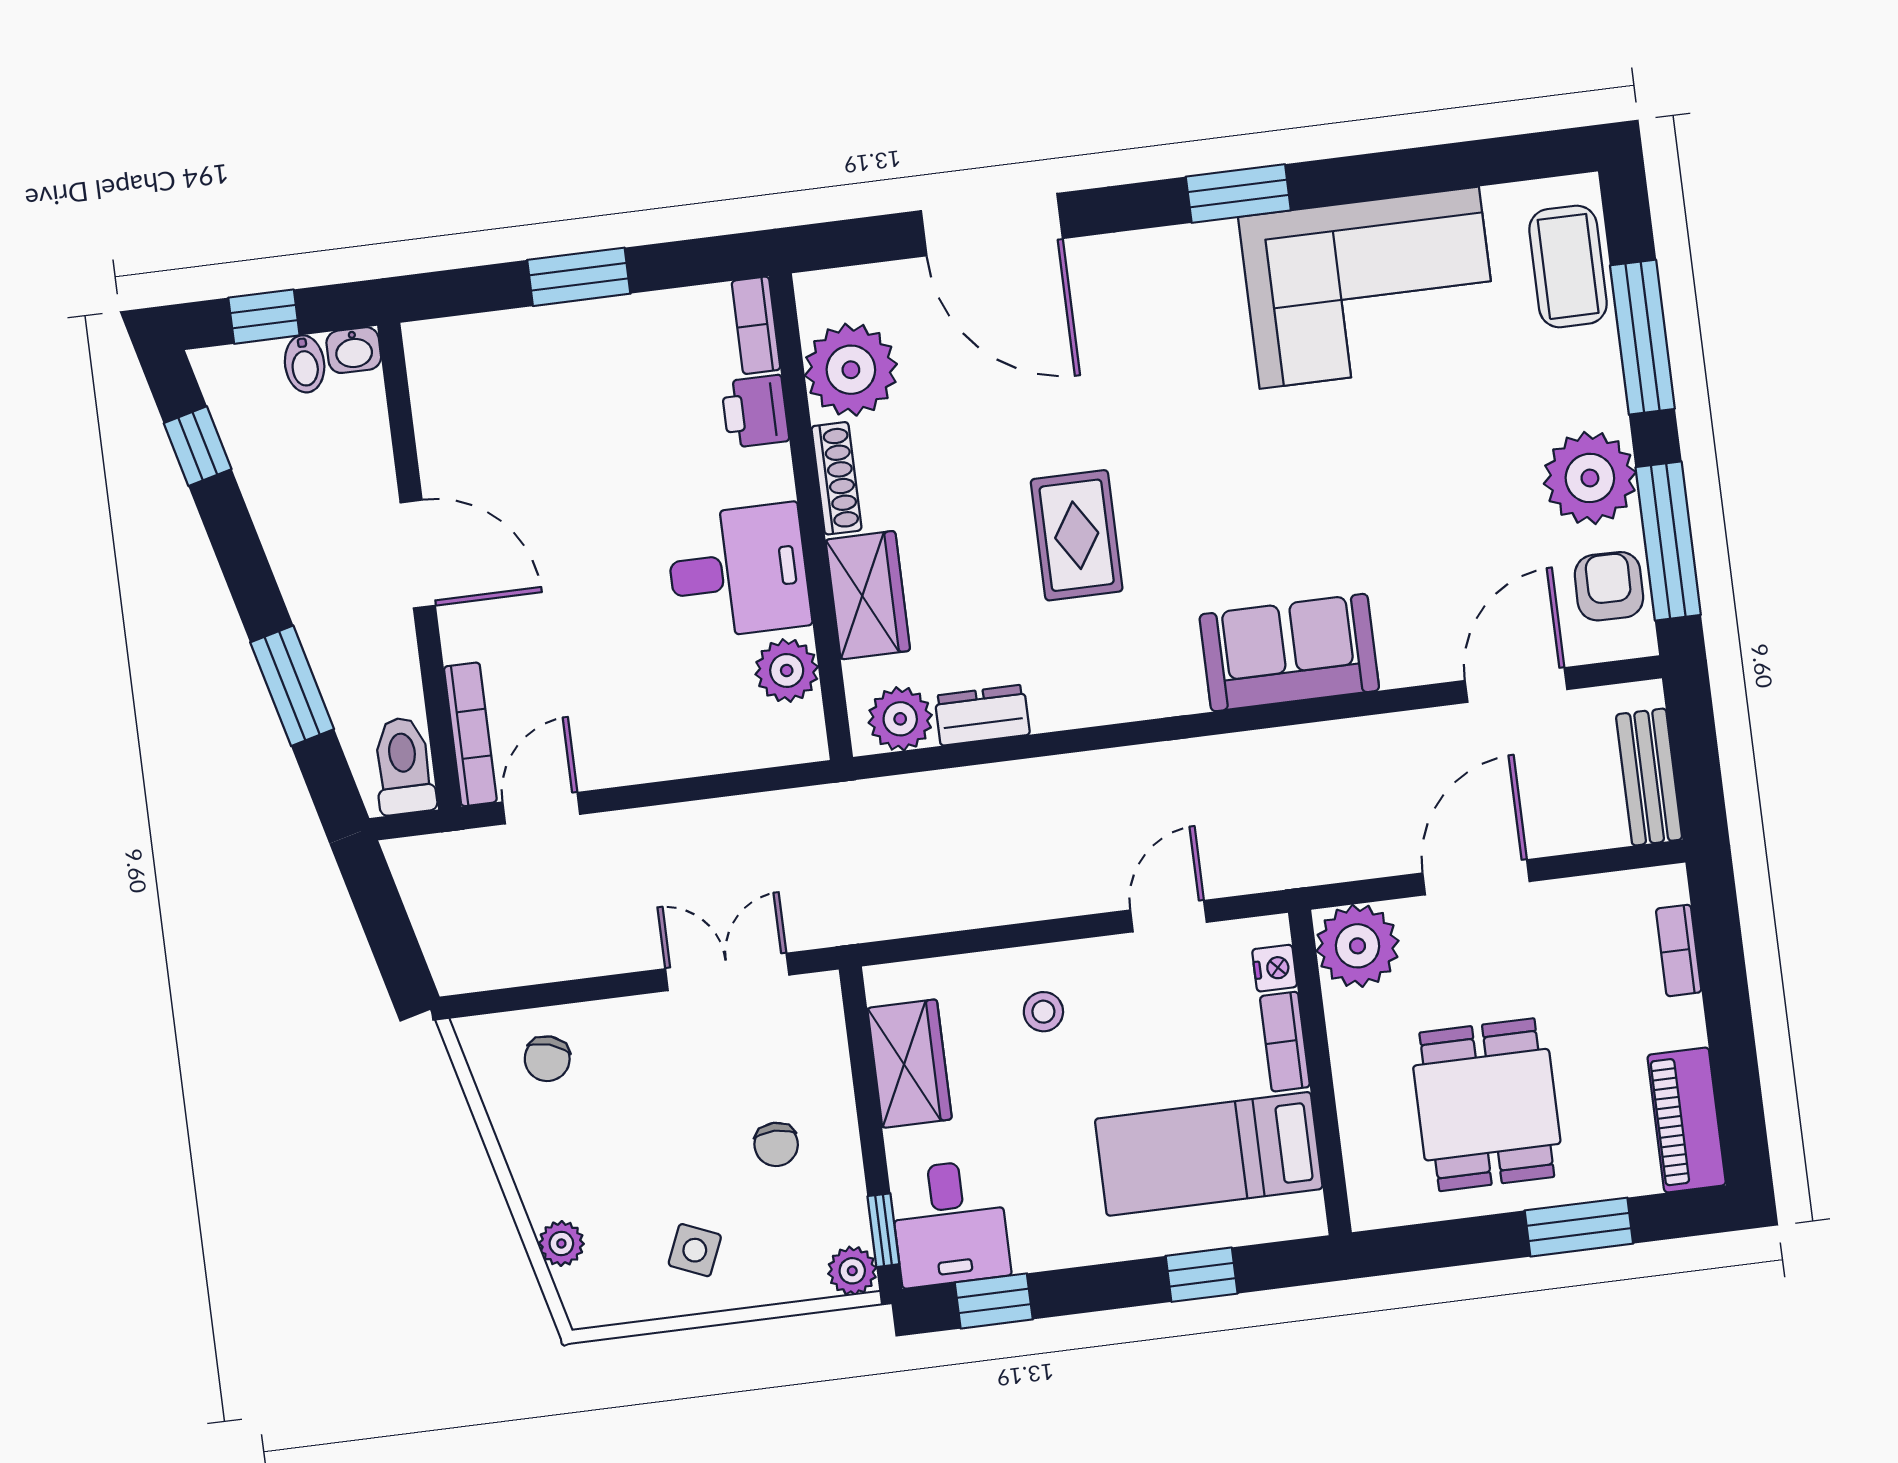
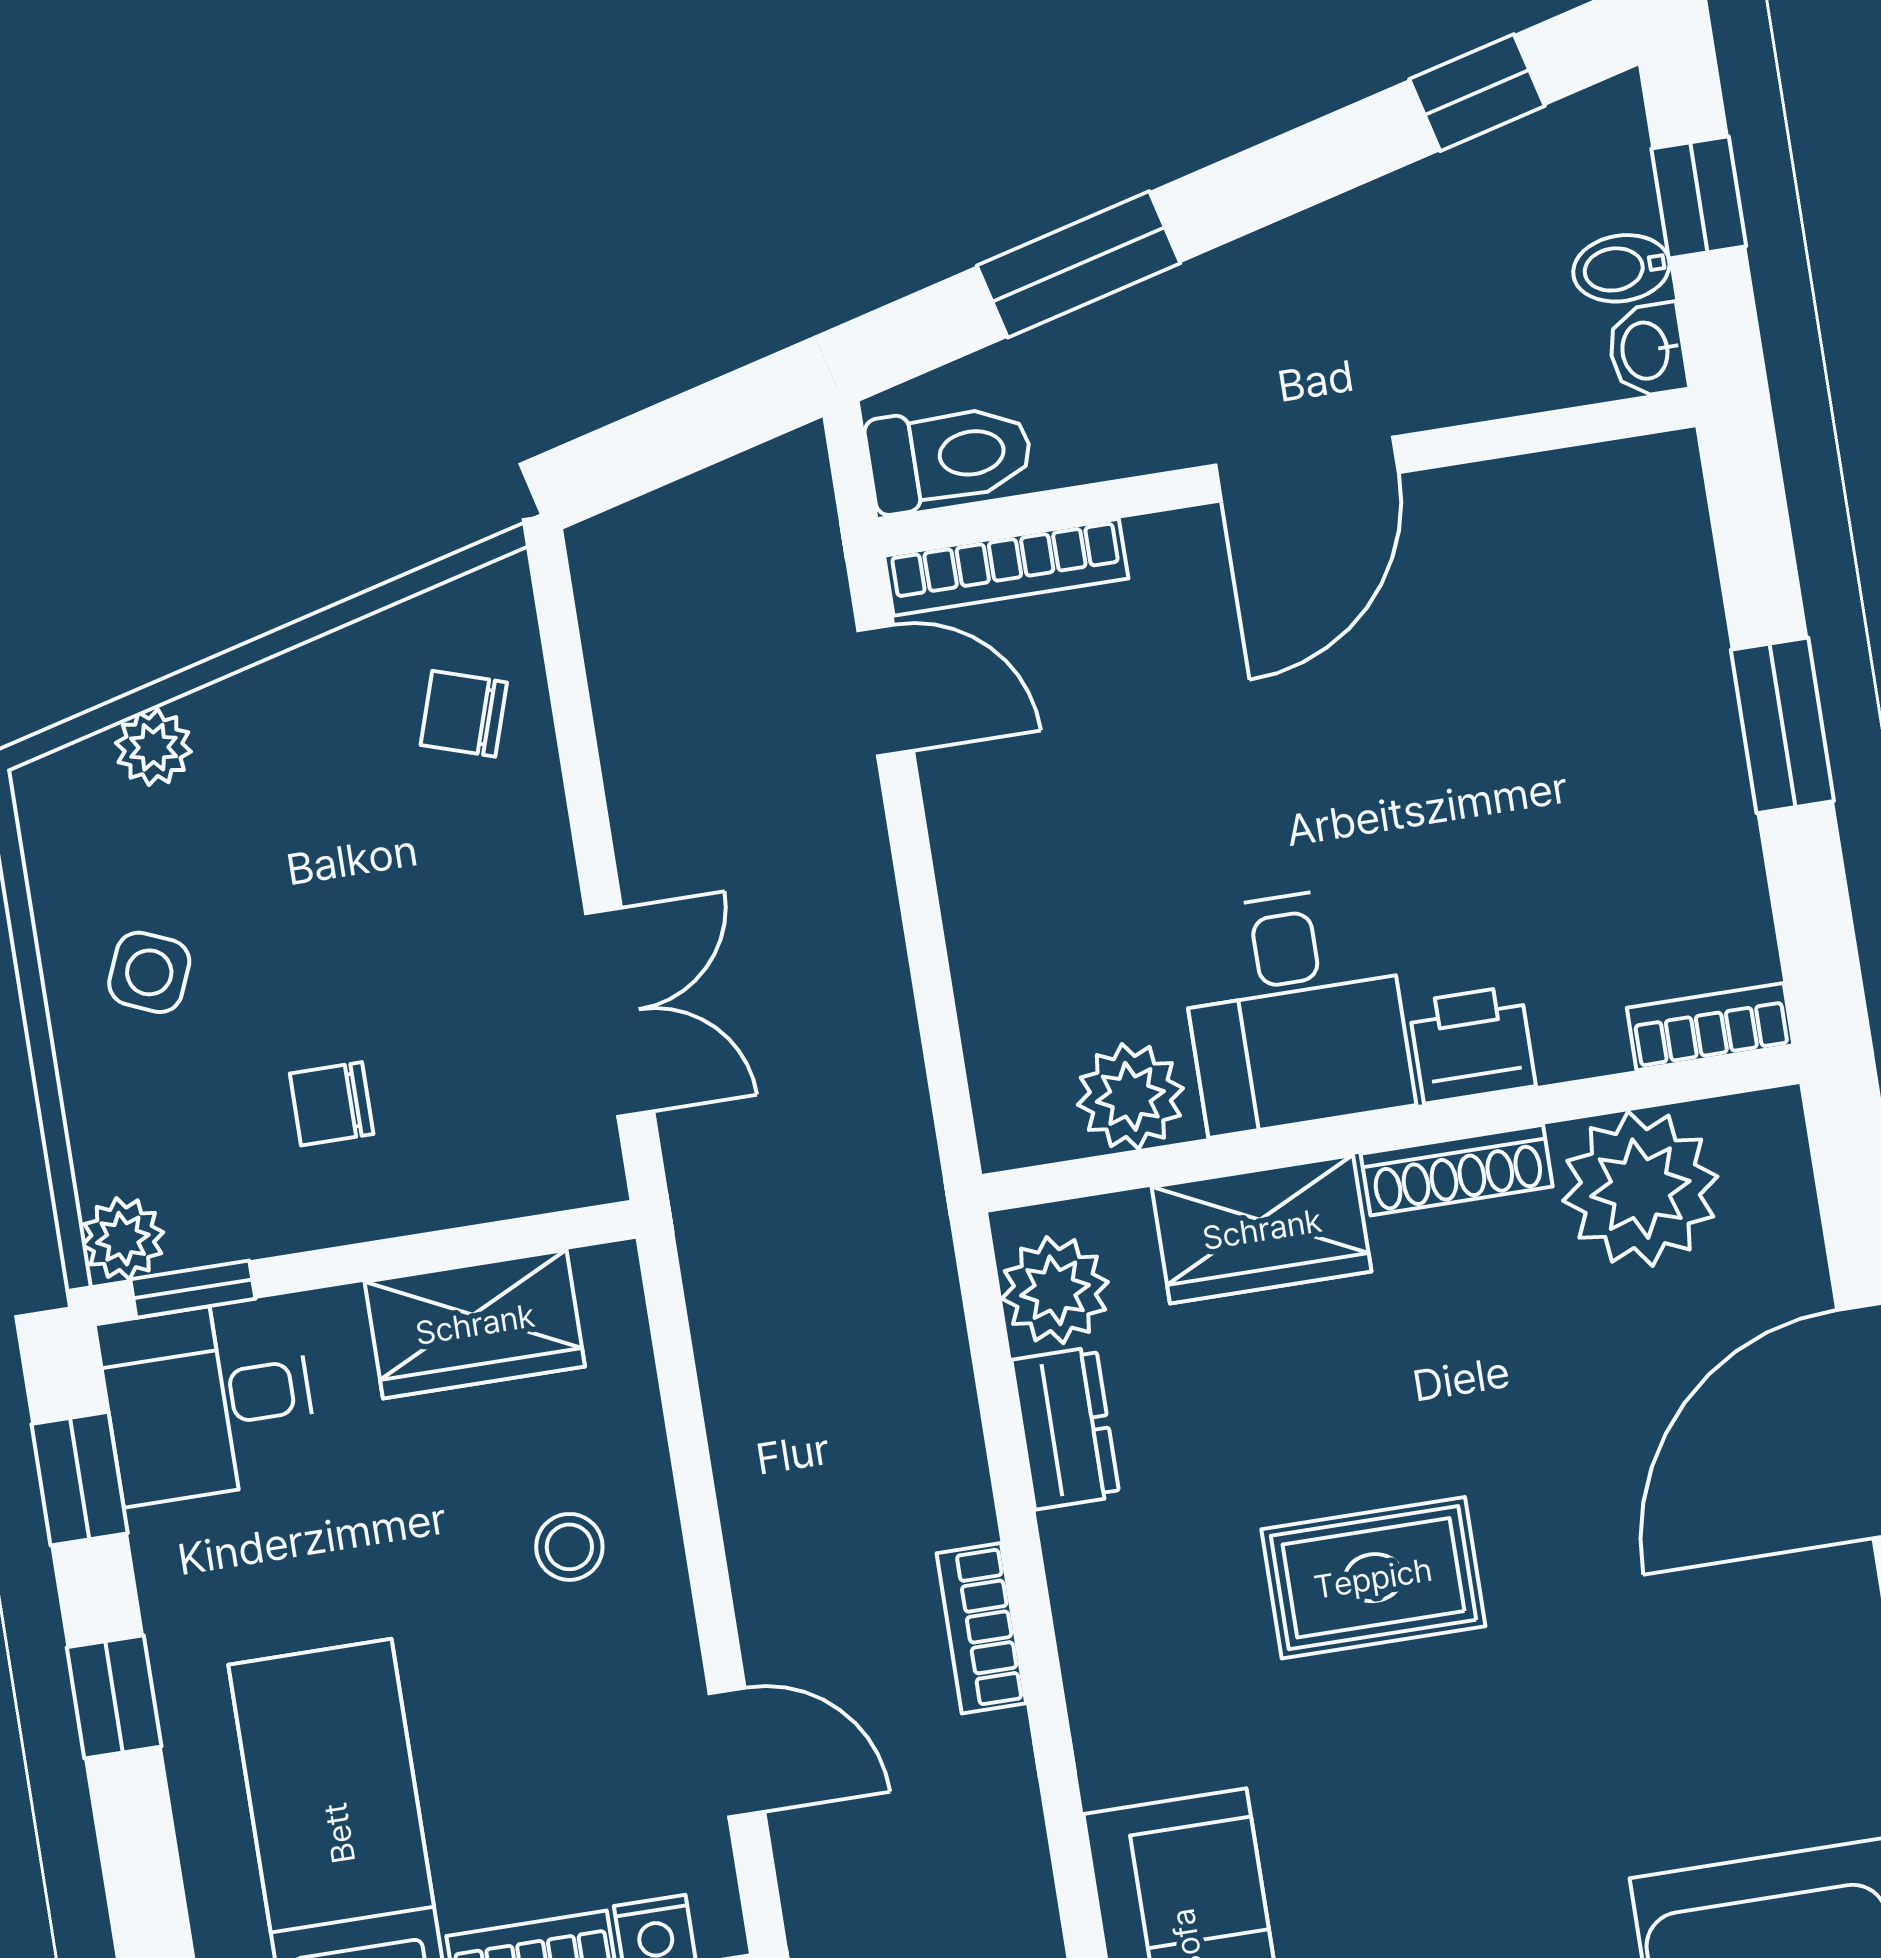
printer: (755, 411) -> (1472, 1044), moved
bookcase: (1099, 769) -> (981, 1628), added
window: (1202, 1275) -> (114, 1697), moved

